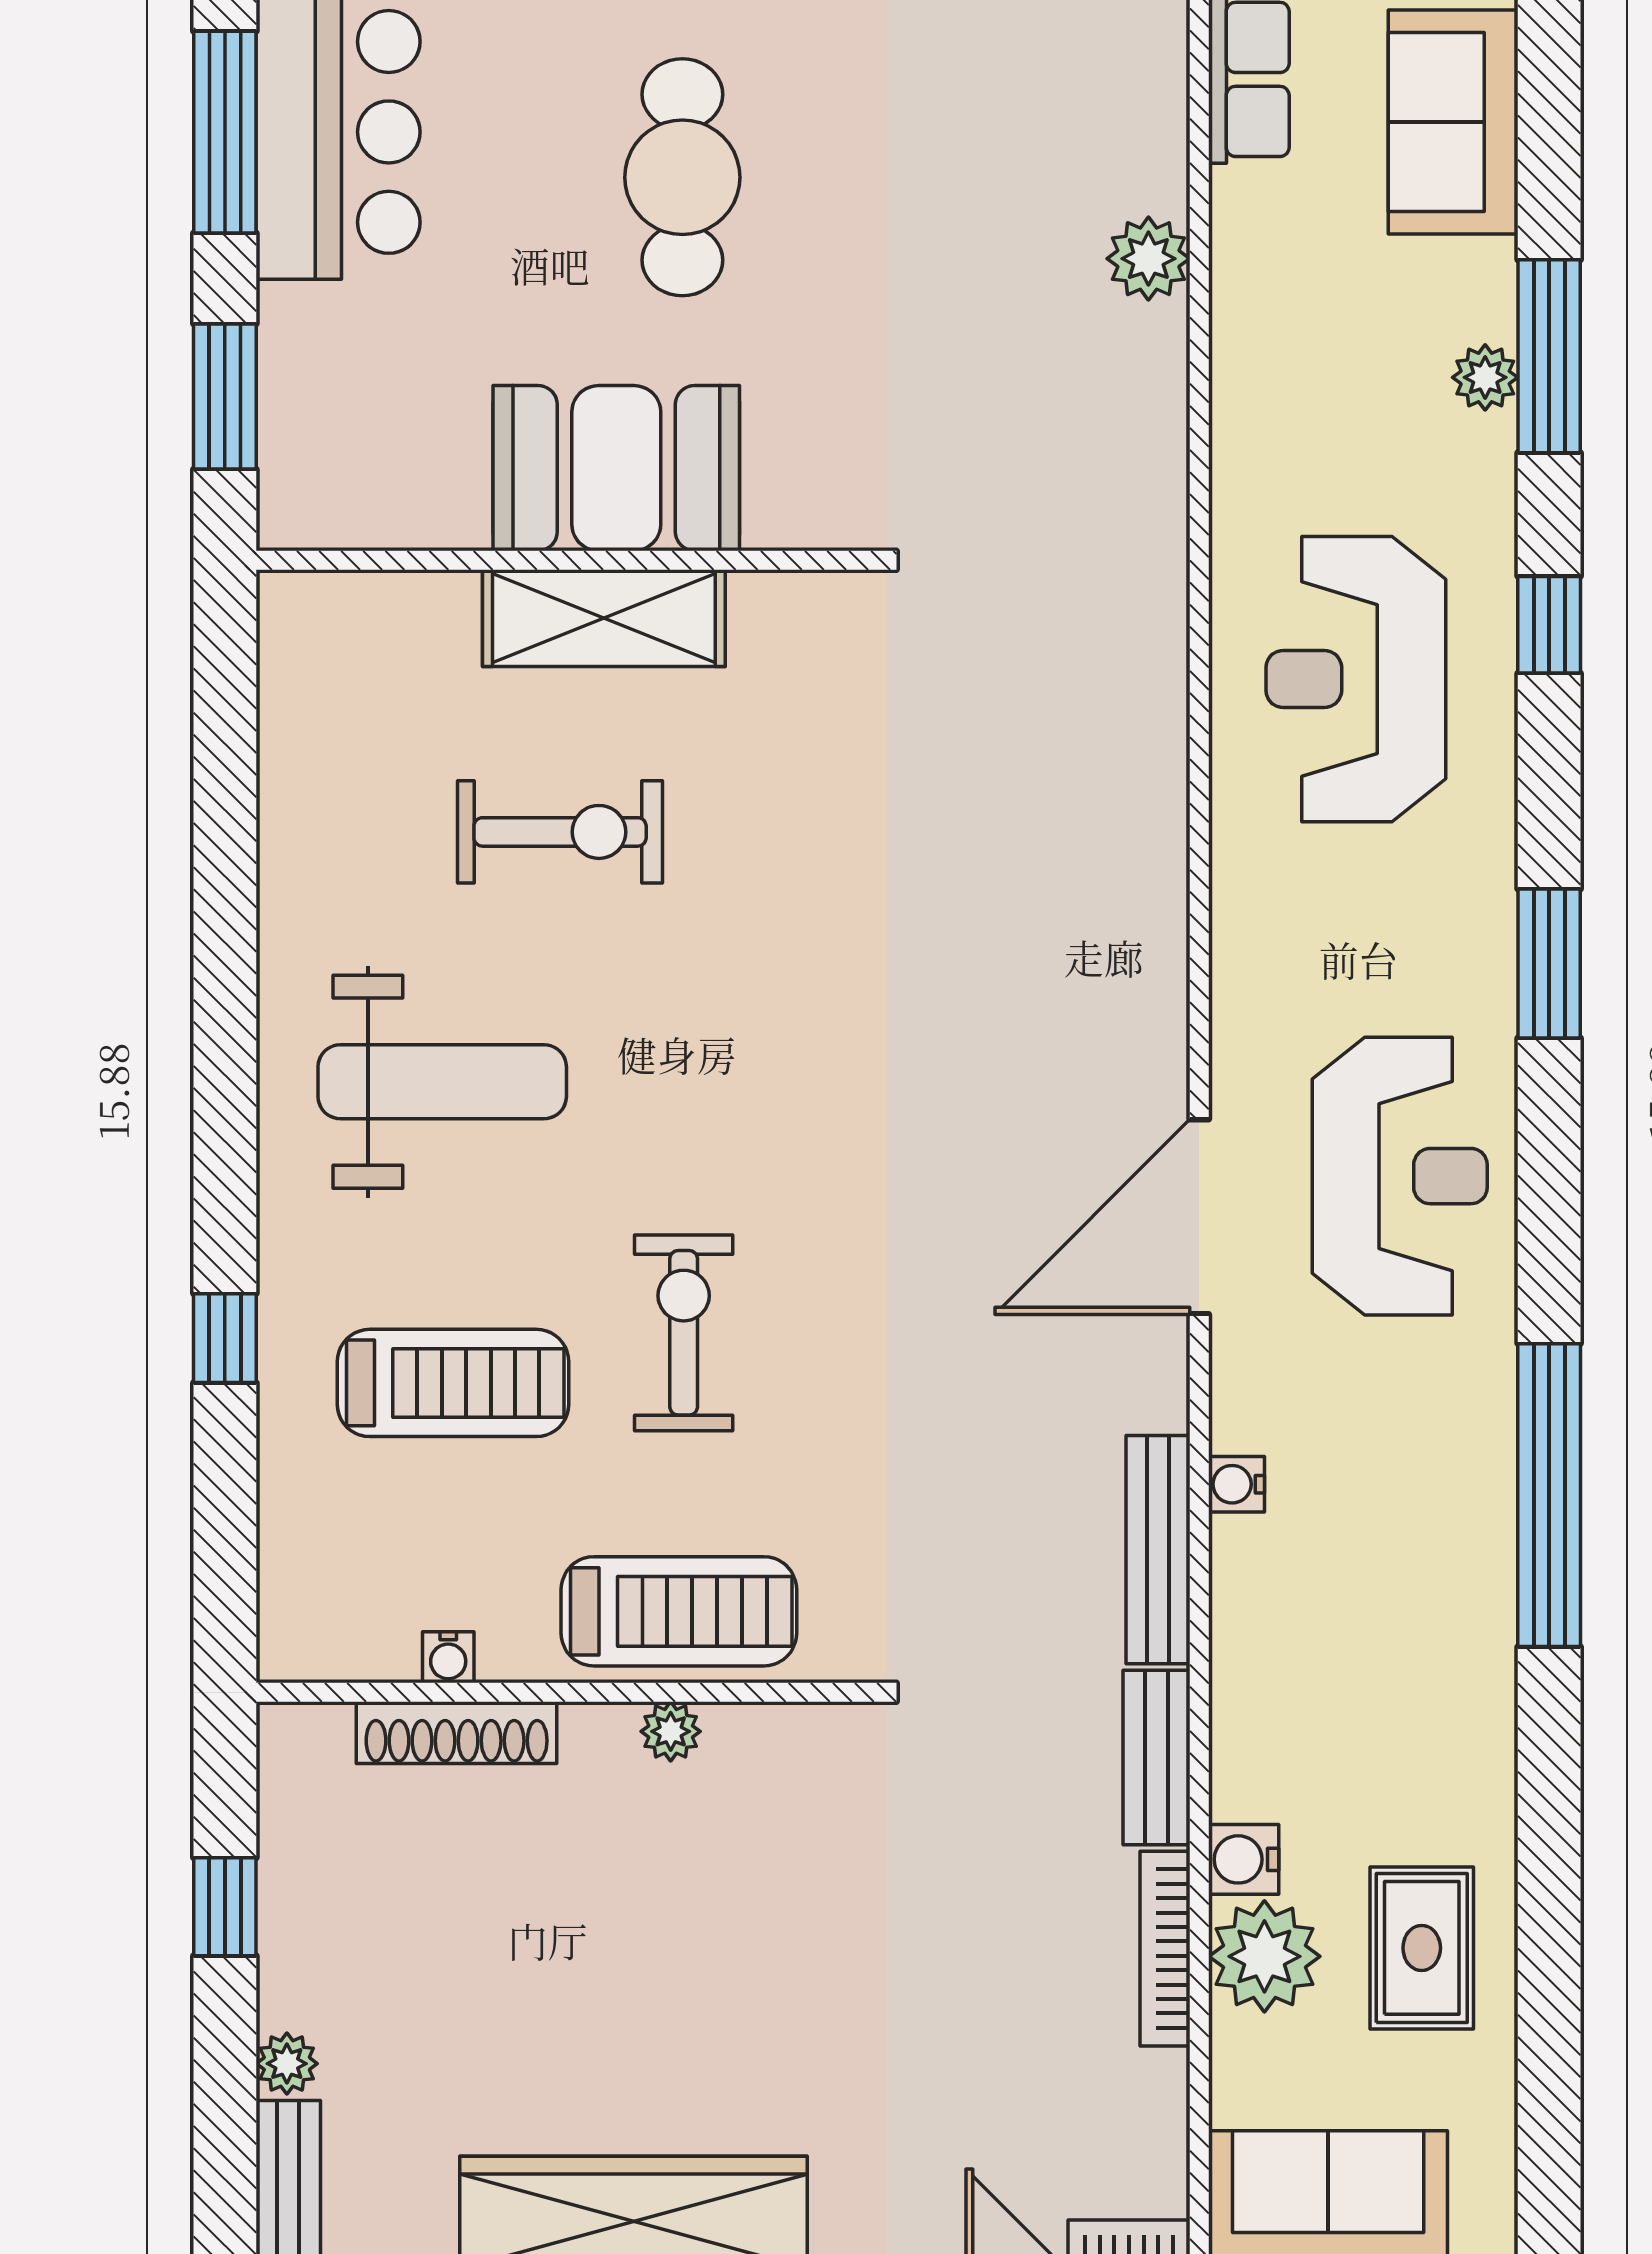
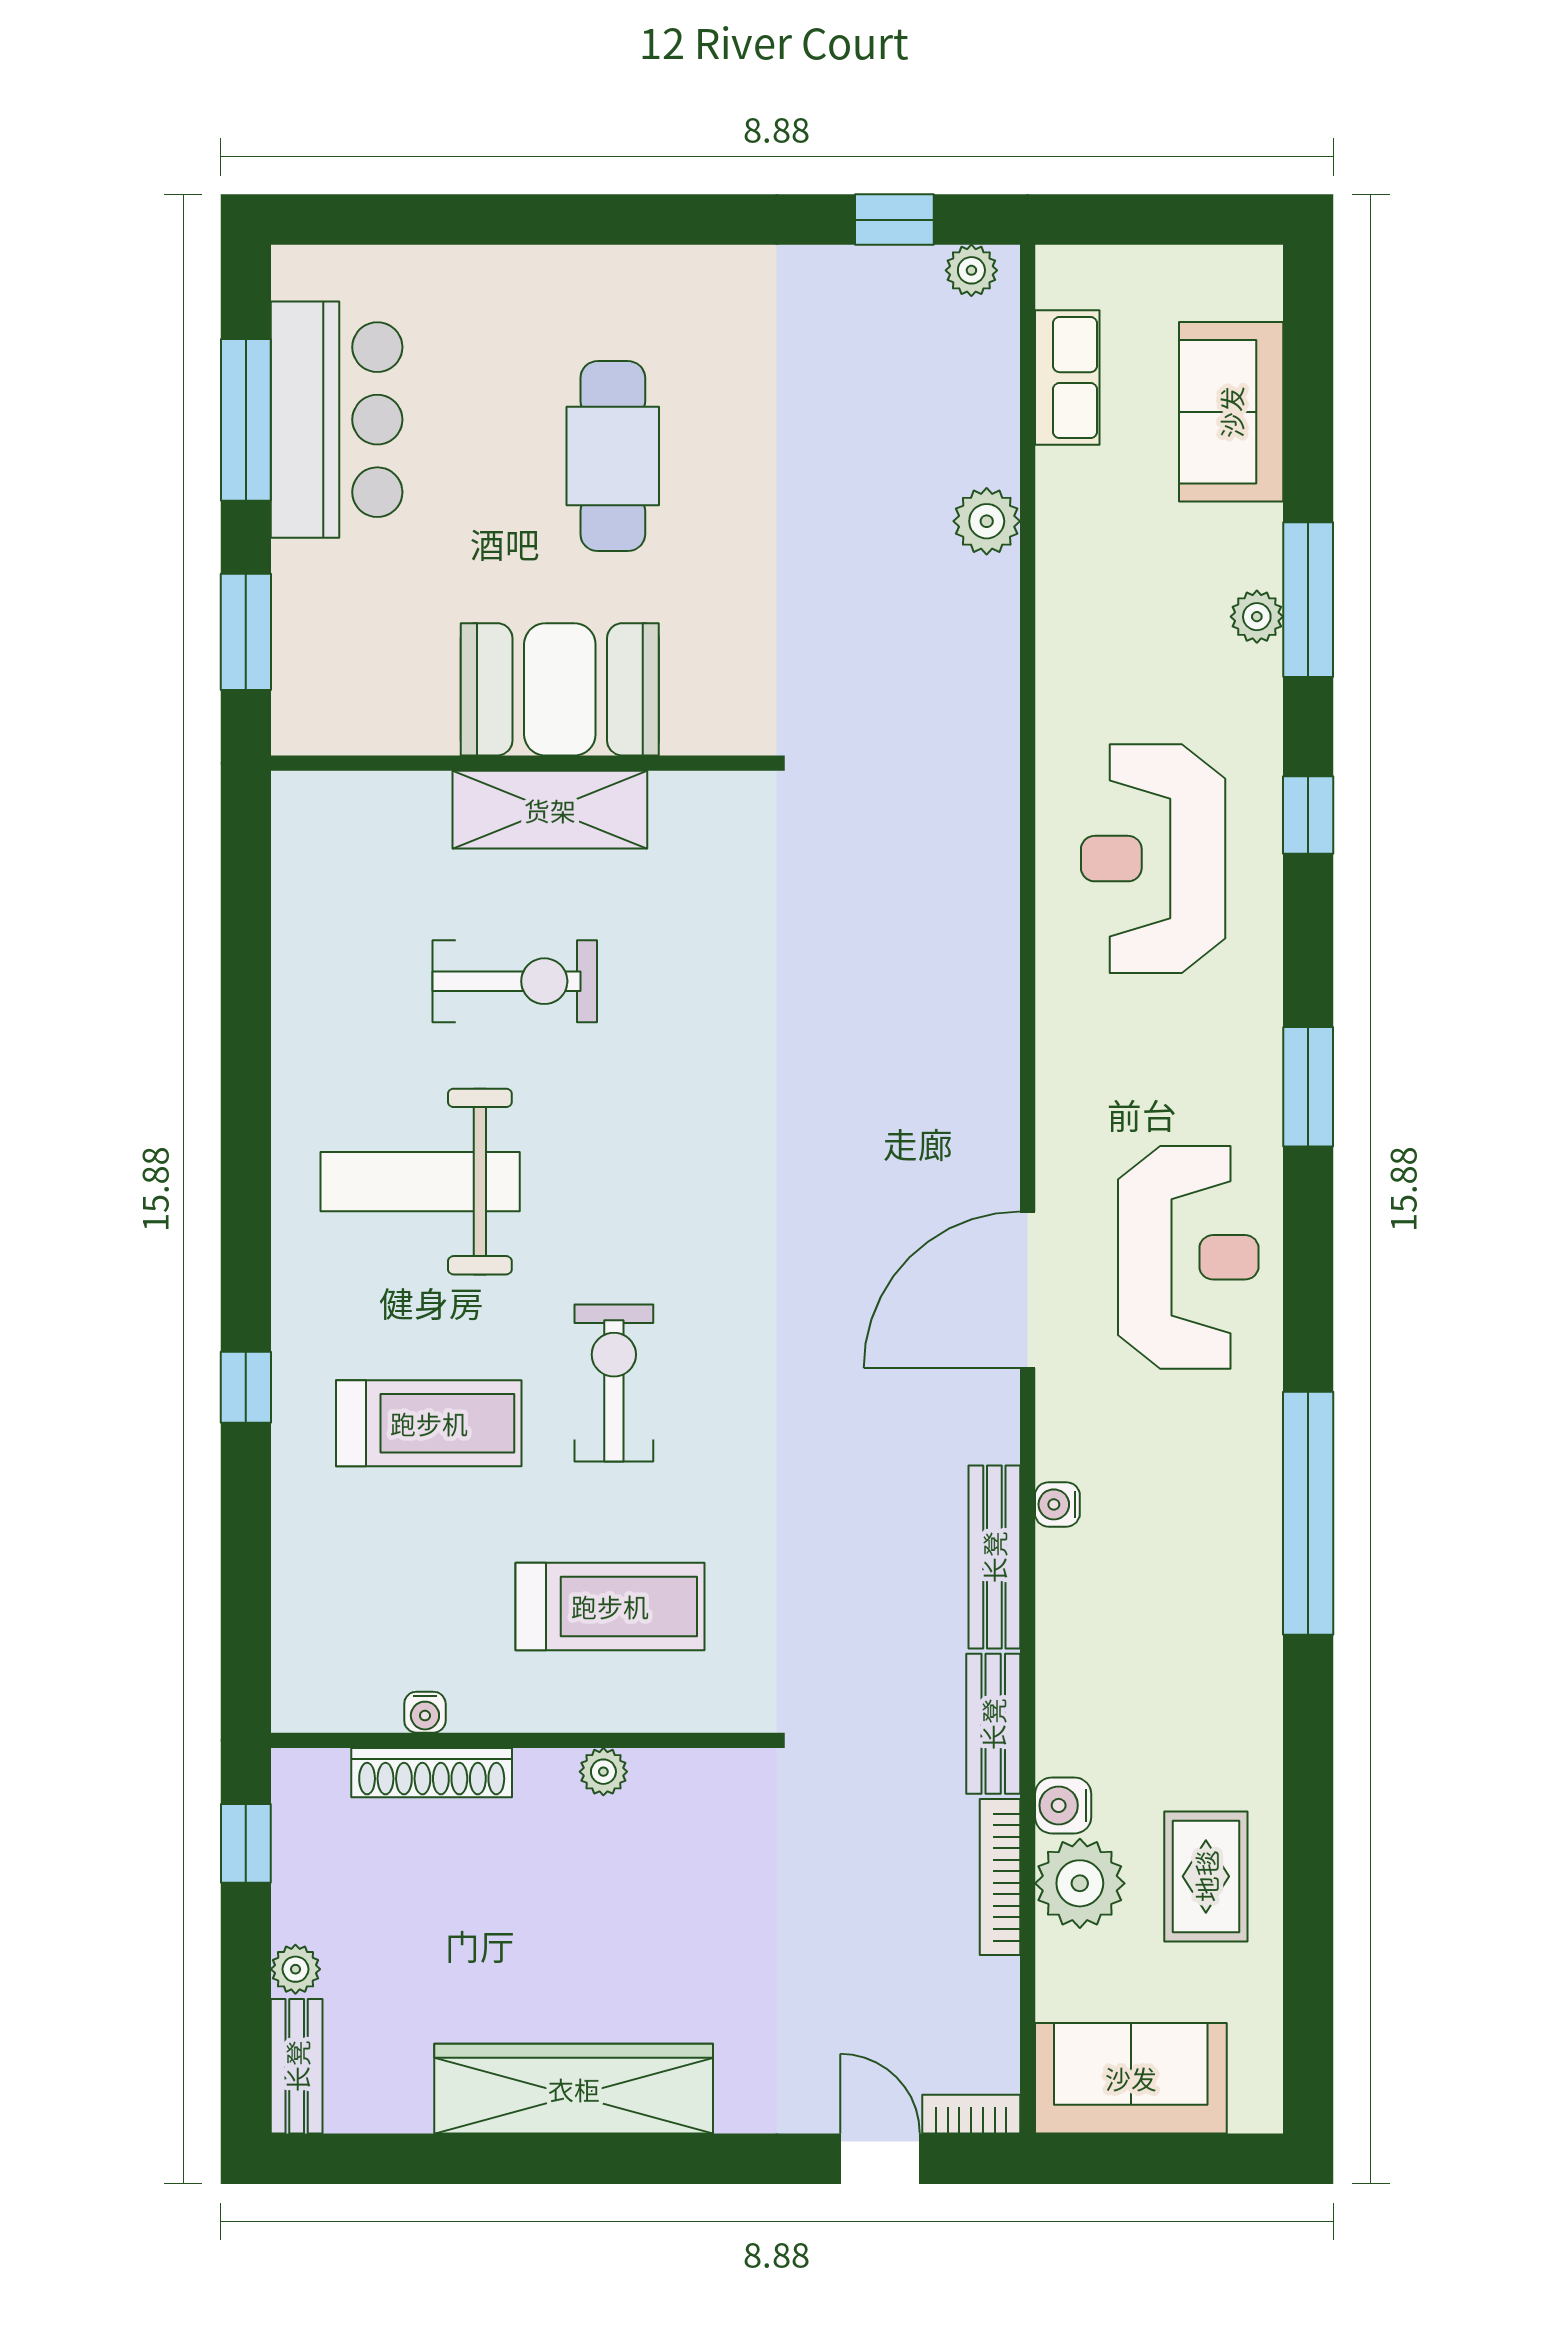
weight bench: (442, 1082) -> (420, 1182), turned 180
water cooler: (448, 1657) -> (425, 1712), moved
wall: (567, 1692) -> (520, 1740), moved
plant: (671, 1731) -> (603, 1772), moved
shoe rack: (457, 1733) -> (432, 1773), moved

